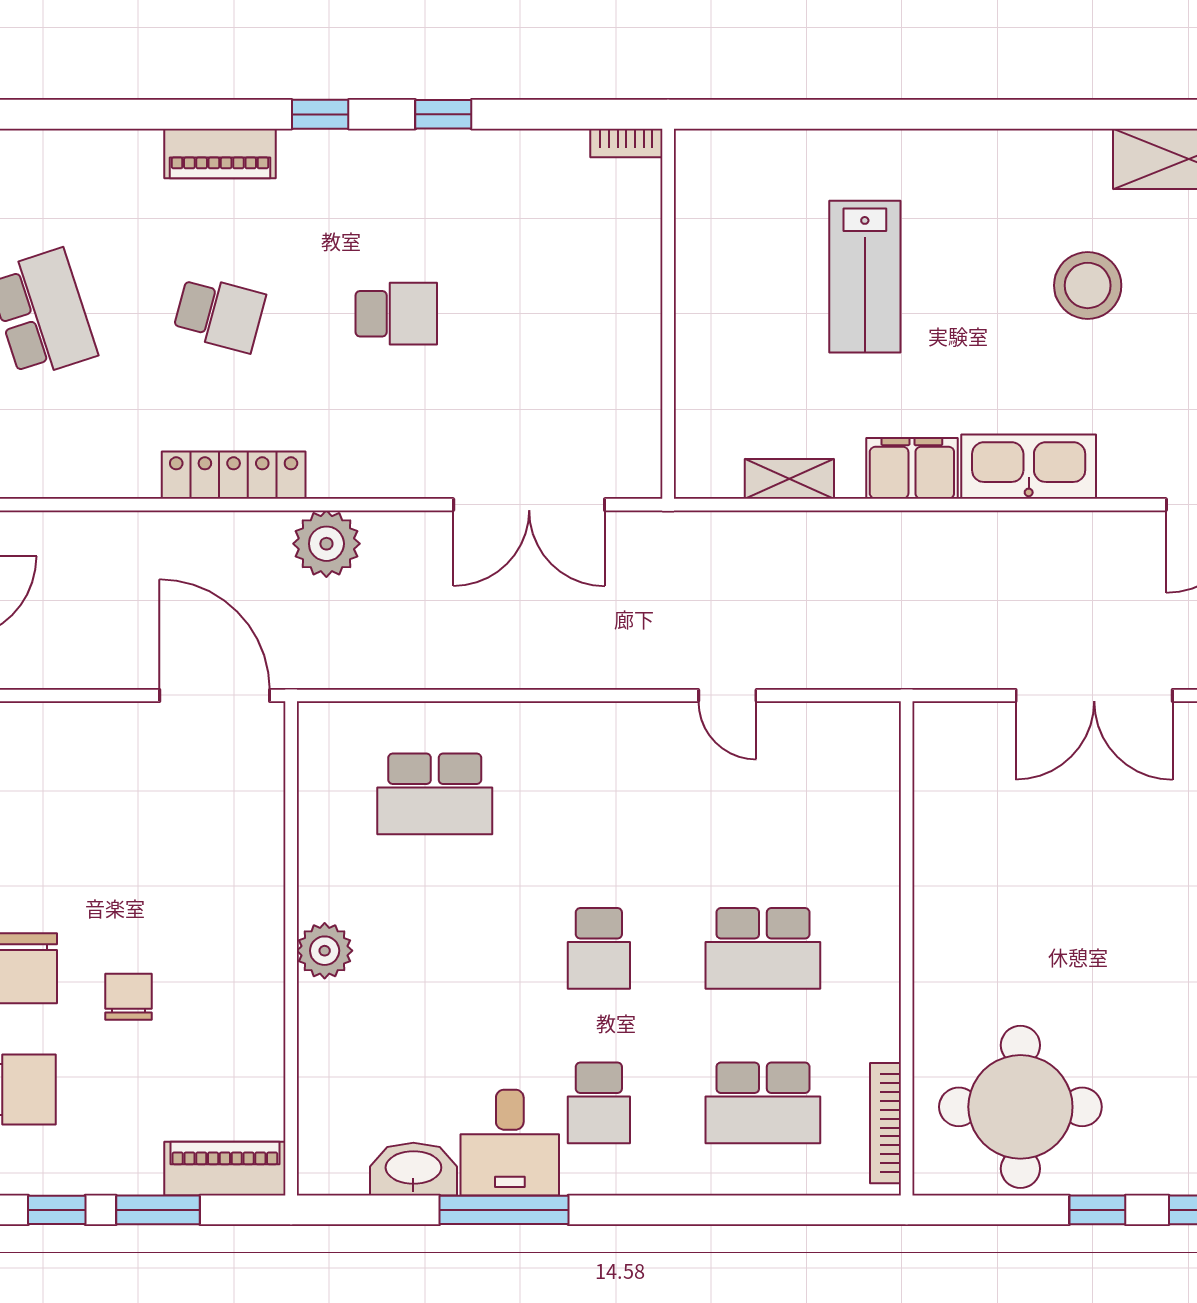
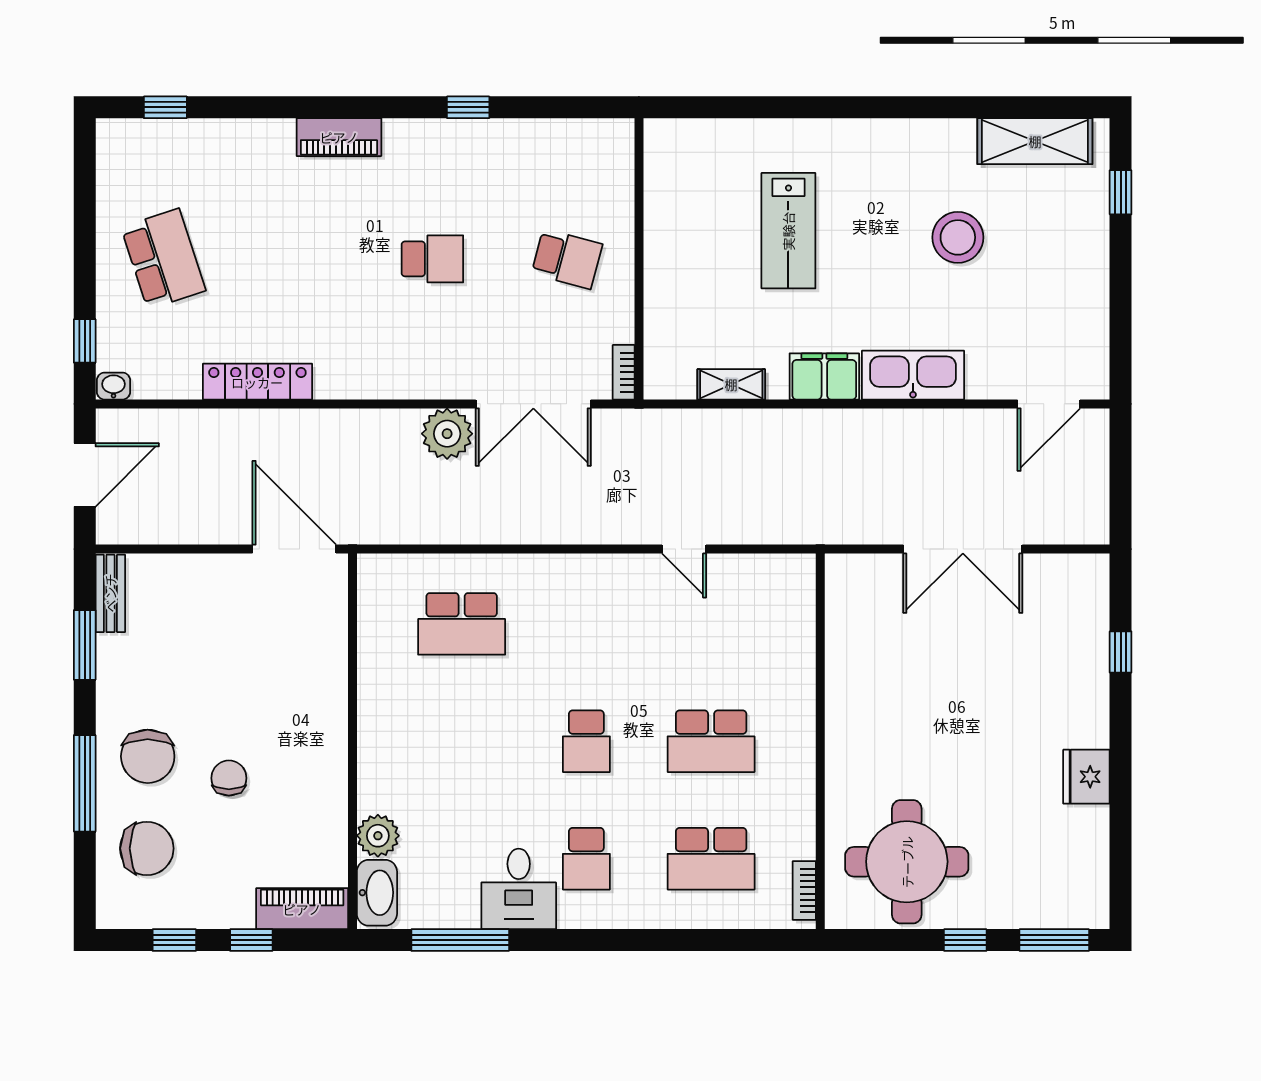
window: (320, 114) -> (165, 107), moved
bookcase: (626, 143) -> (624, 372), moved, turned 90
piano: (220, 153) -> (339, 137), moved
school desk: (219, 314) -> (567, 259), moved
locker: (234, 475) -> (257, 382), moved
plant: (326, 544) -> (447, 434), moved
plant: (325, 951) -> (378, 836), moved
bookcase: (886, 1123) -> (804, 890), width x0.64
washbasin: (413, 1169) -> (377, 893), moved, turned 90
window: (158, 1210) -> (251, 940), width x0.67
window: (504, 1210) -> (460, 940), moved

